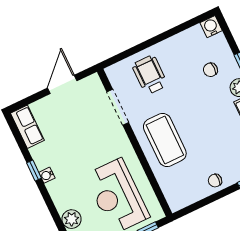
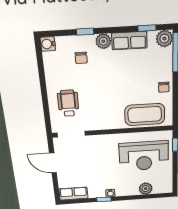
wheelchair: (150, 75) -> (68, 103), turned 90
doorway: (118, 107) -> (71, 134), moved
coffee table: (165, 140) -> (145, 115), moved

